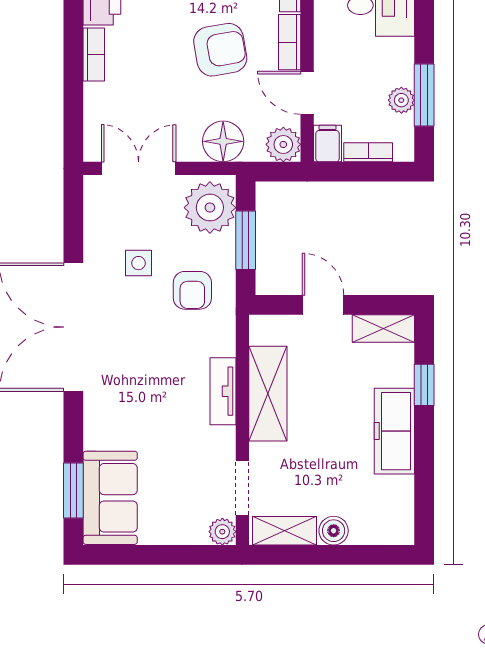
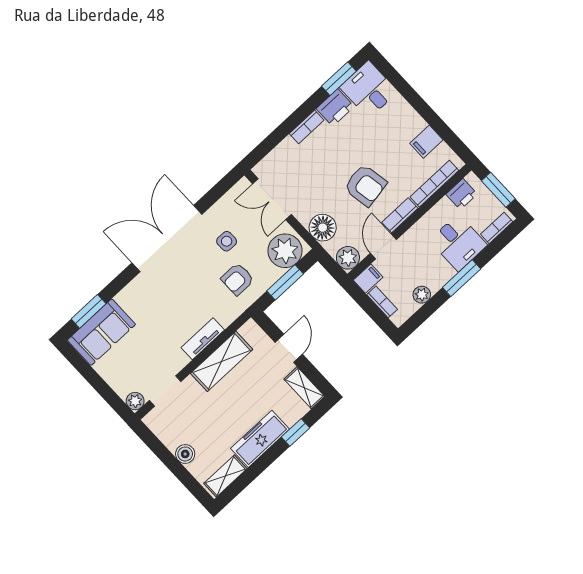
window: (424, 95) -> (462, 278), moved
double door: (139, 168) -> (272, 199), swing flipped
shelving: (285, 531) -> (225, 476), moved, turned 90

